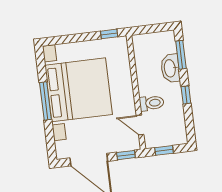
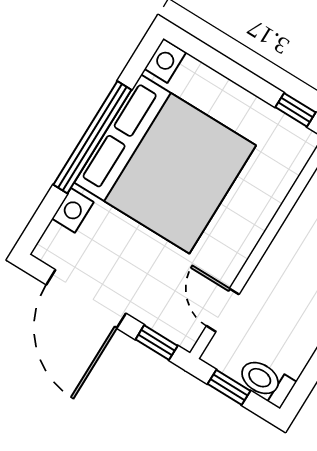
window: (45, 101) -> (92, 137), width x1.46
toilet: (152, 103) -> (266, 382), moved, turned 180

